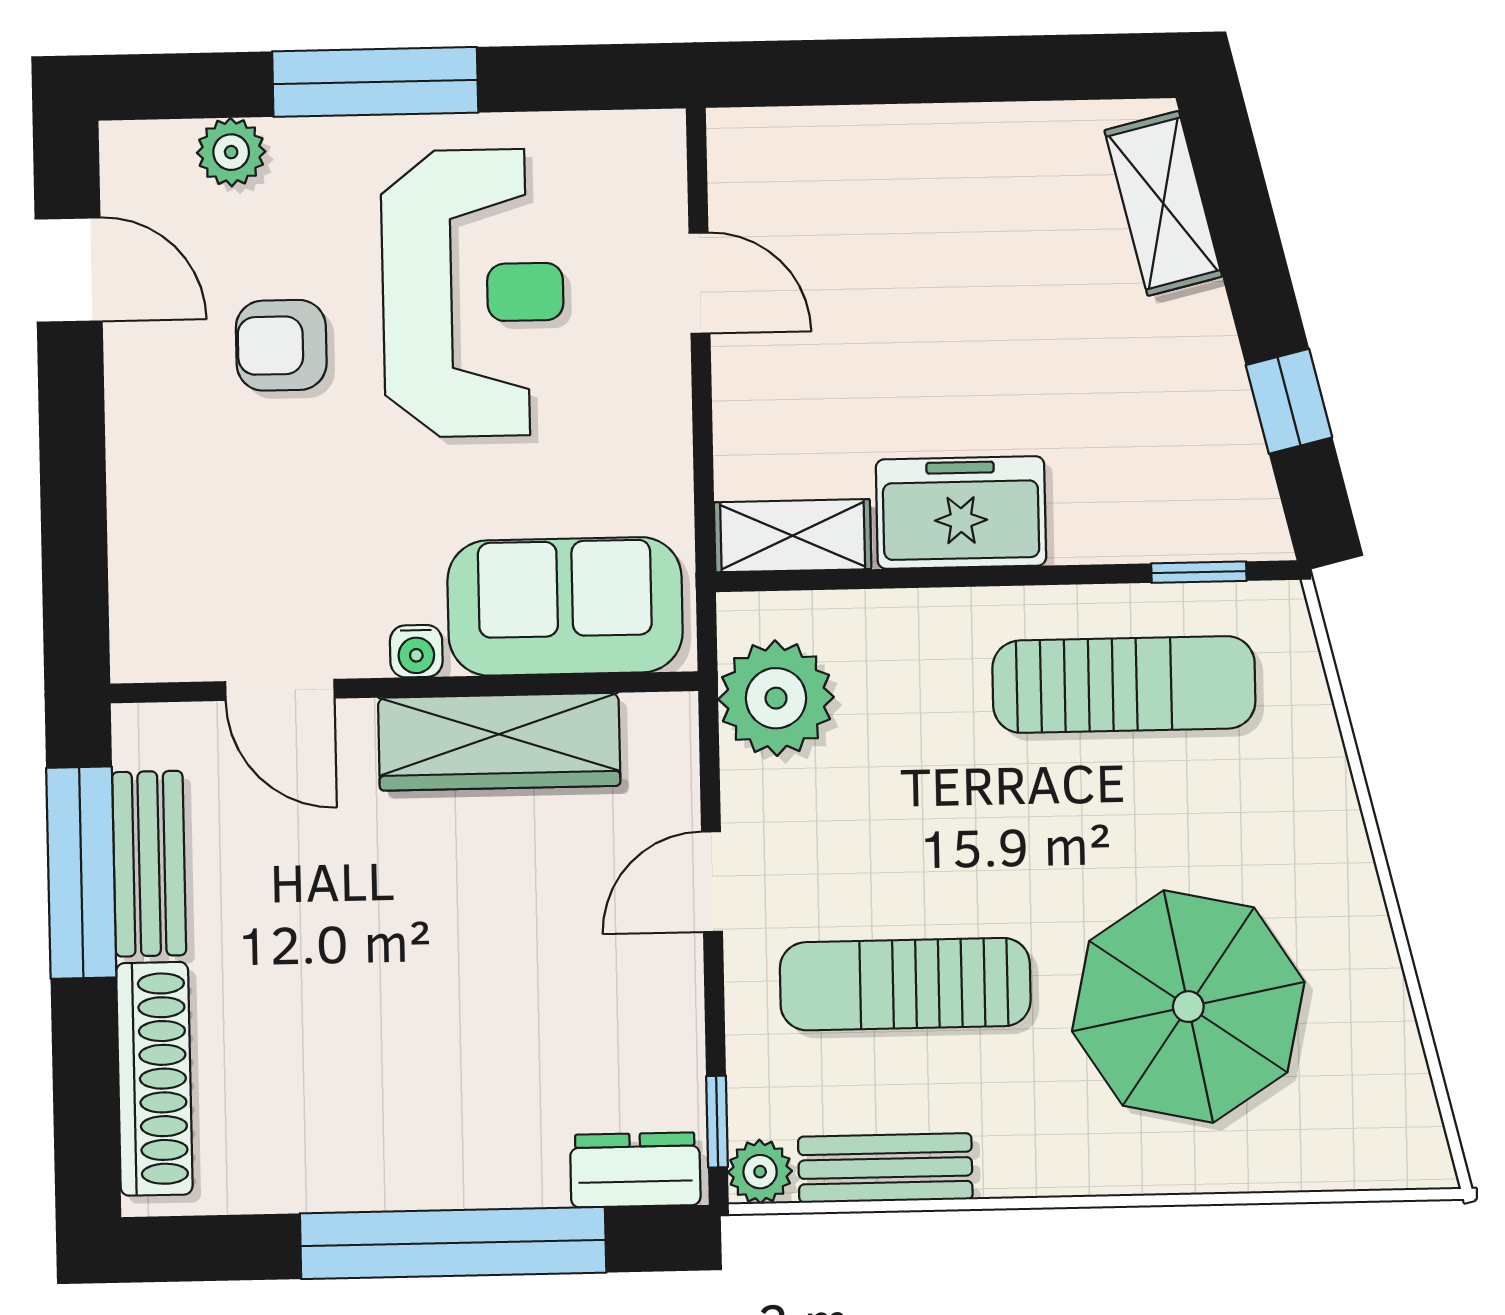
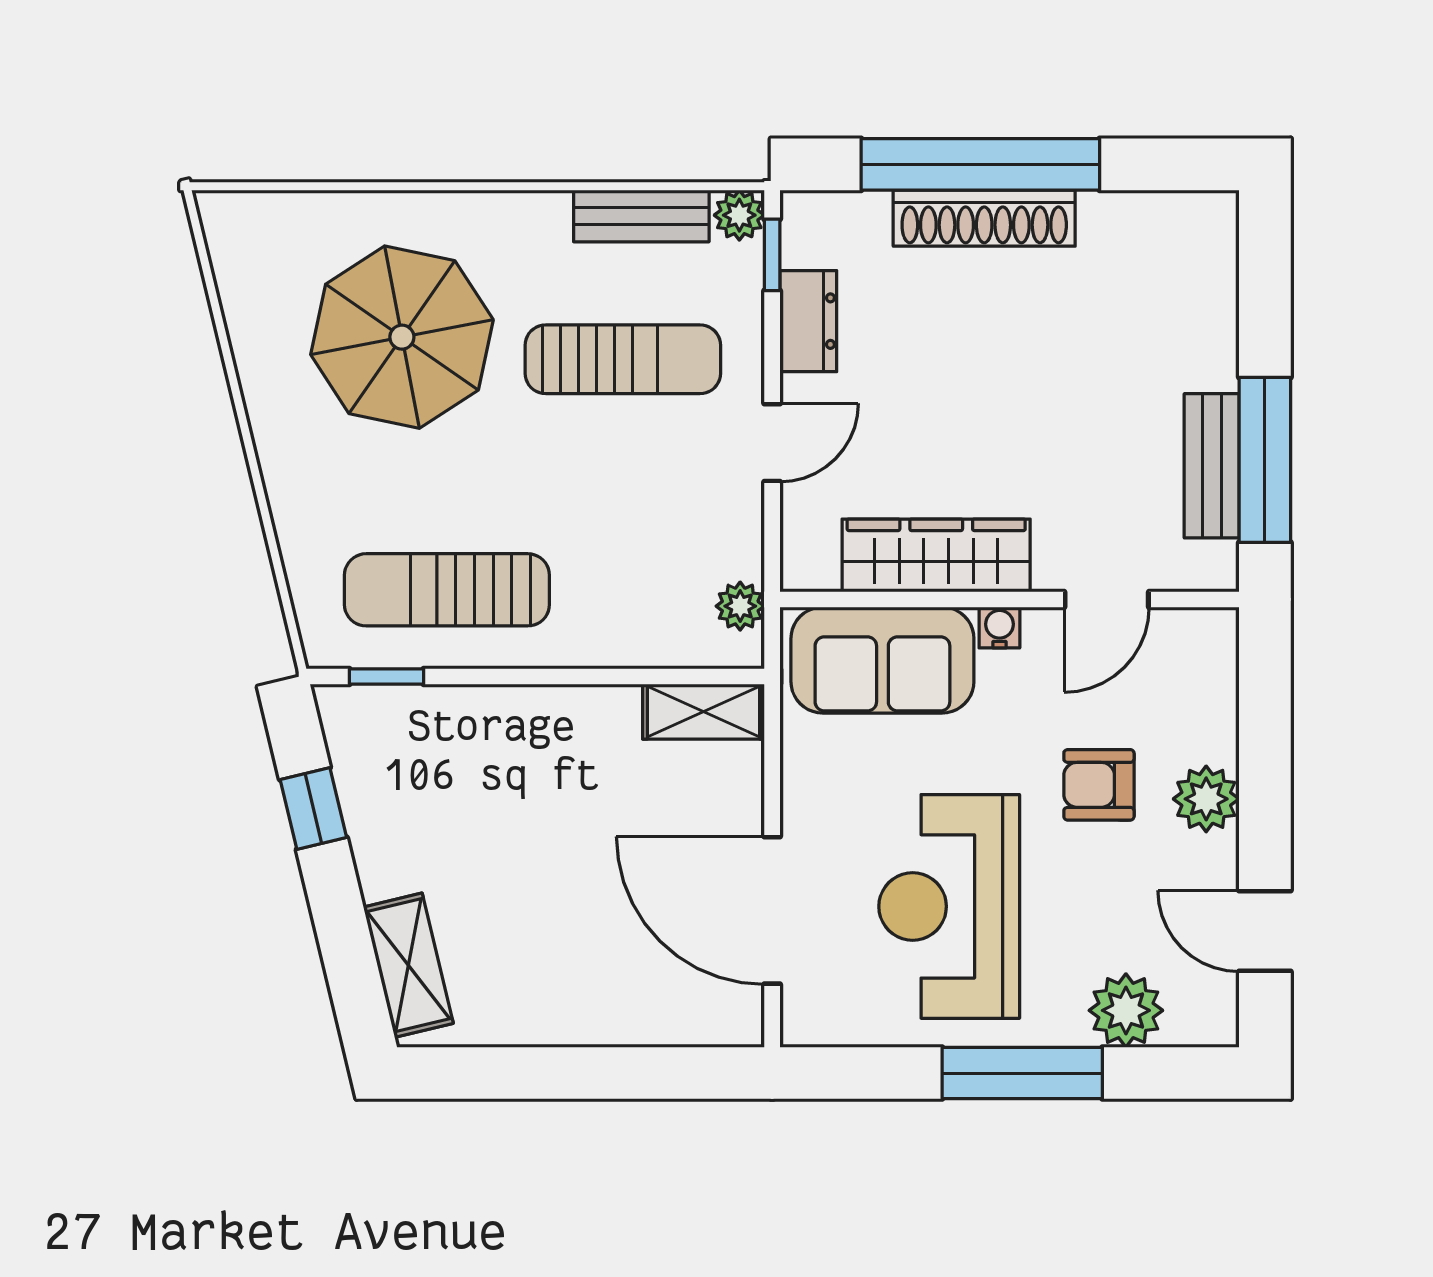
plant: (231, 152) -> (1126, 1010), width x1.38, depth x1.38
door: (699, 283) -> (772, 910), width x1.88
armchair: (281, 345) -> (1099, 785), moved, turned 180
plant: (147, 437) -> (1206, 799), added
freezer: (961, 513) -> (572, 727), removed
door: (280, 690) -> (1107, 599), swing flipped
plant: (776, 698) -> (740, 606), width x0.53, depth x0.53
shoe rack: (154, 1079) -> (984, 218), moved, turned -90
dresser: (635, 1170) -> (808, 321), moved, turned -90

